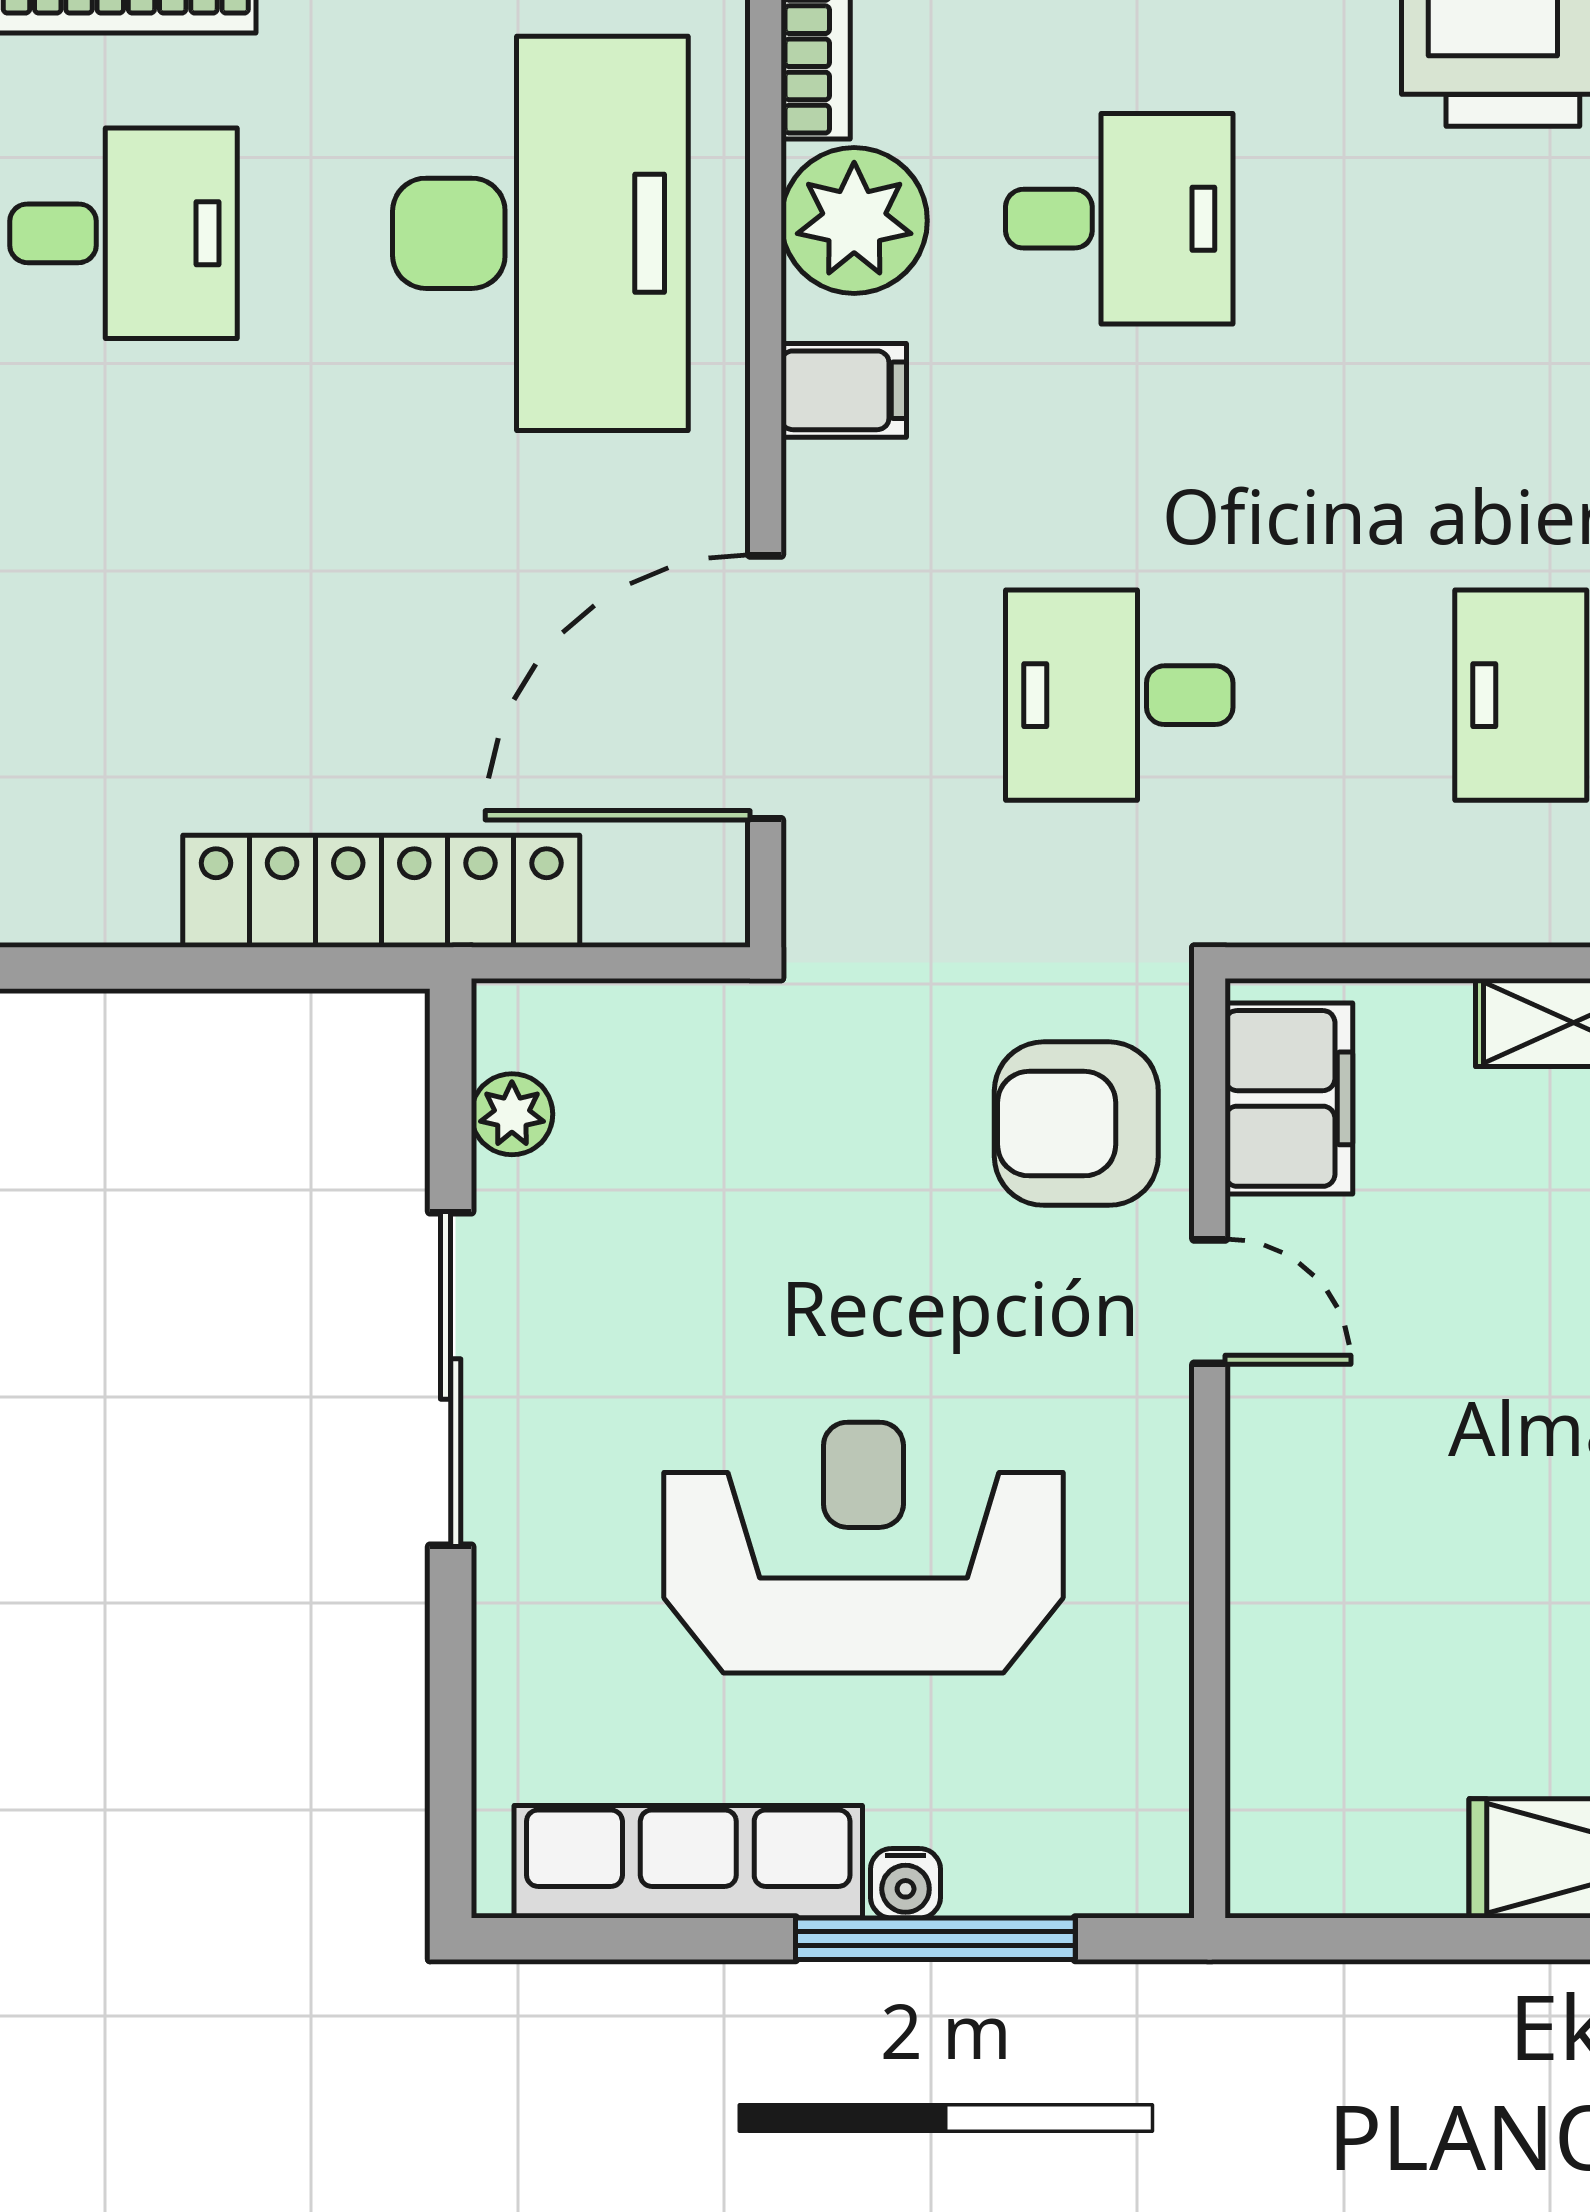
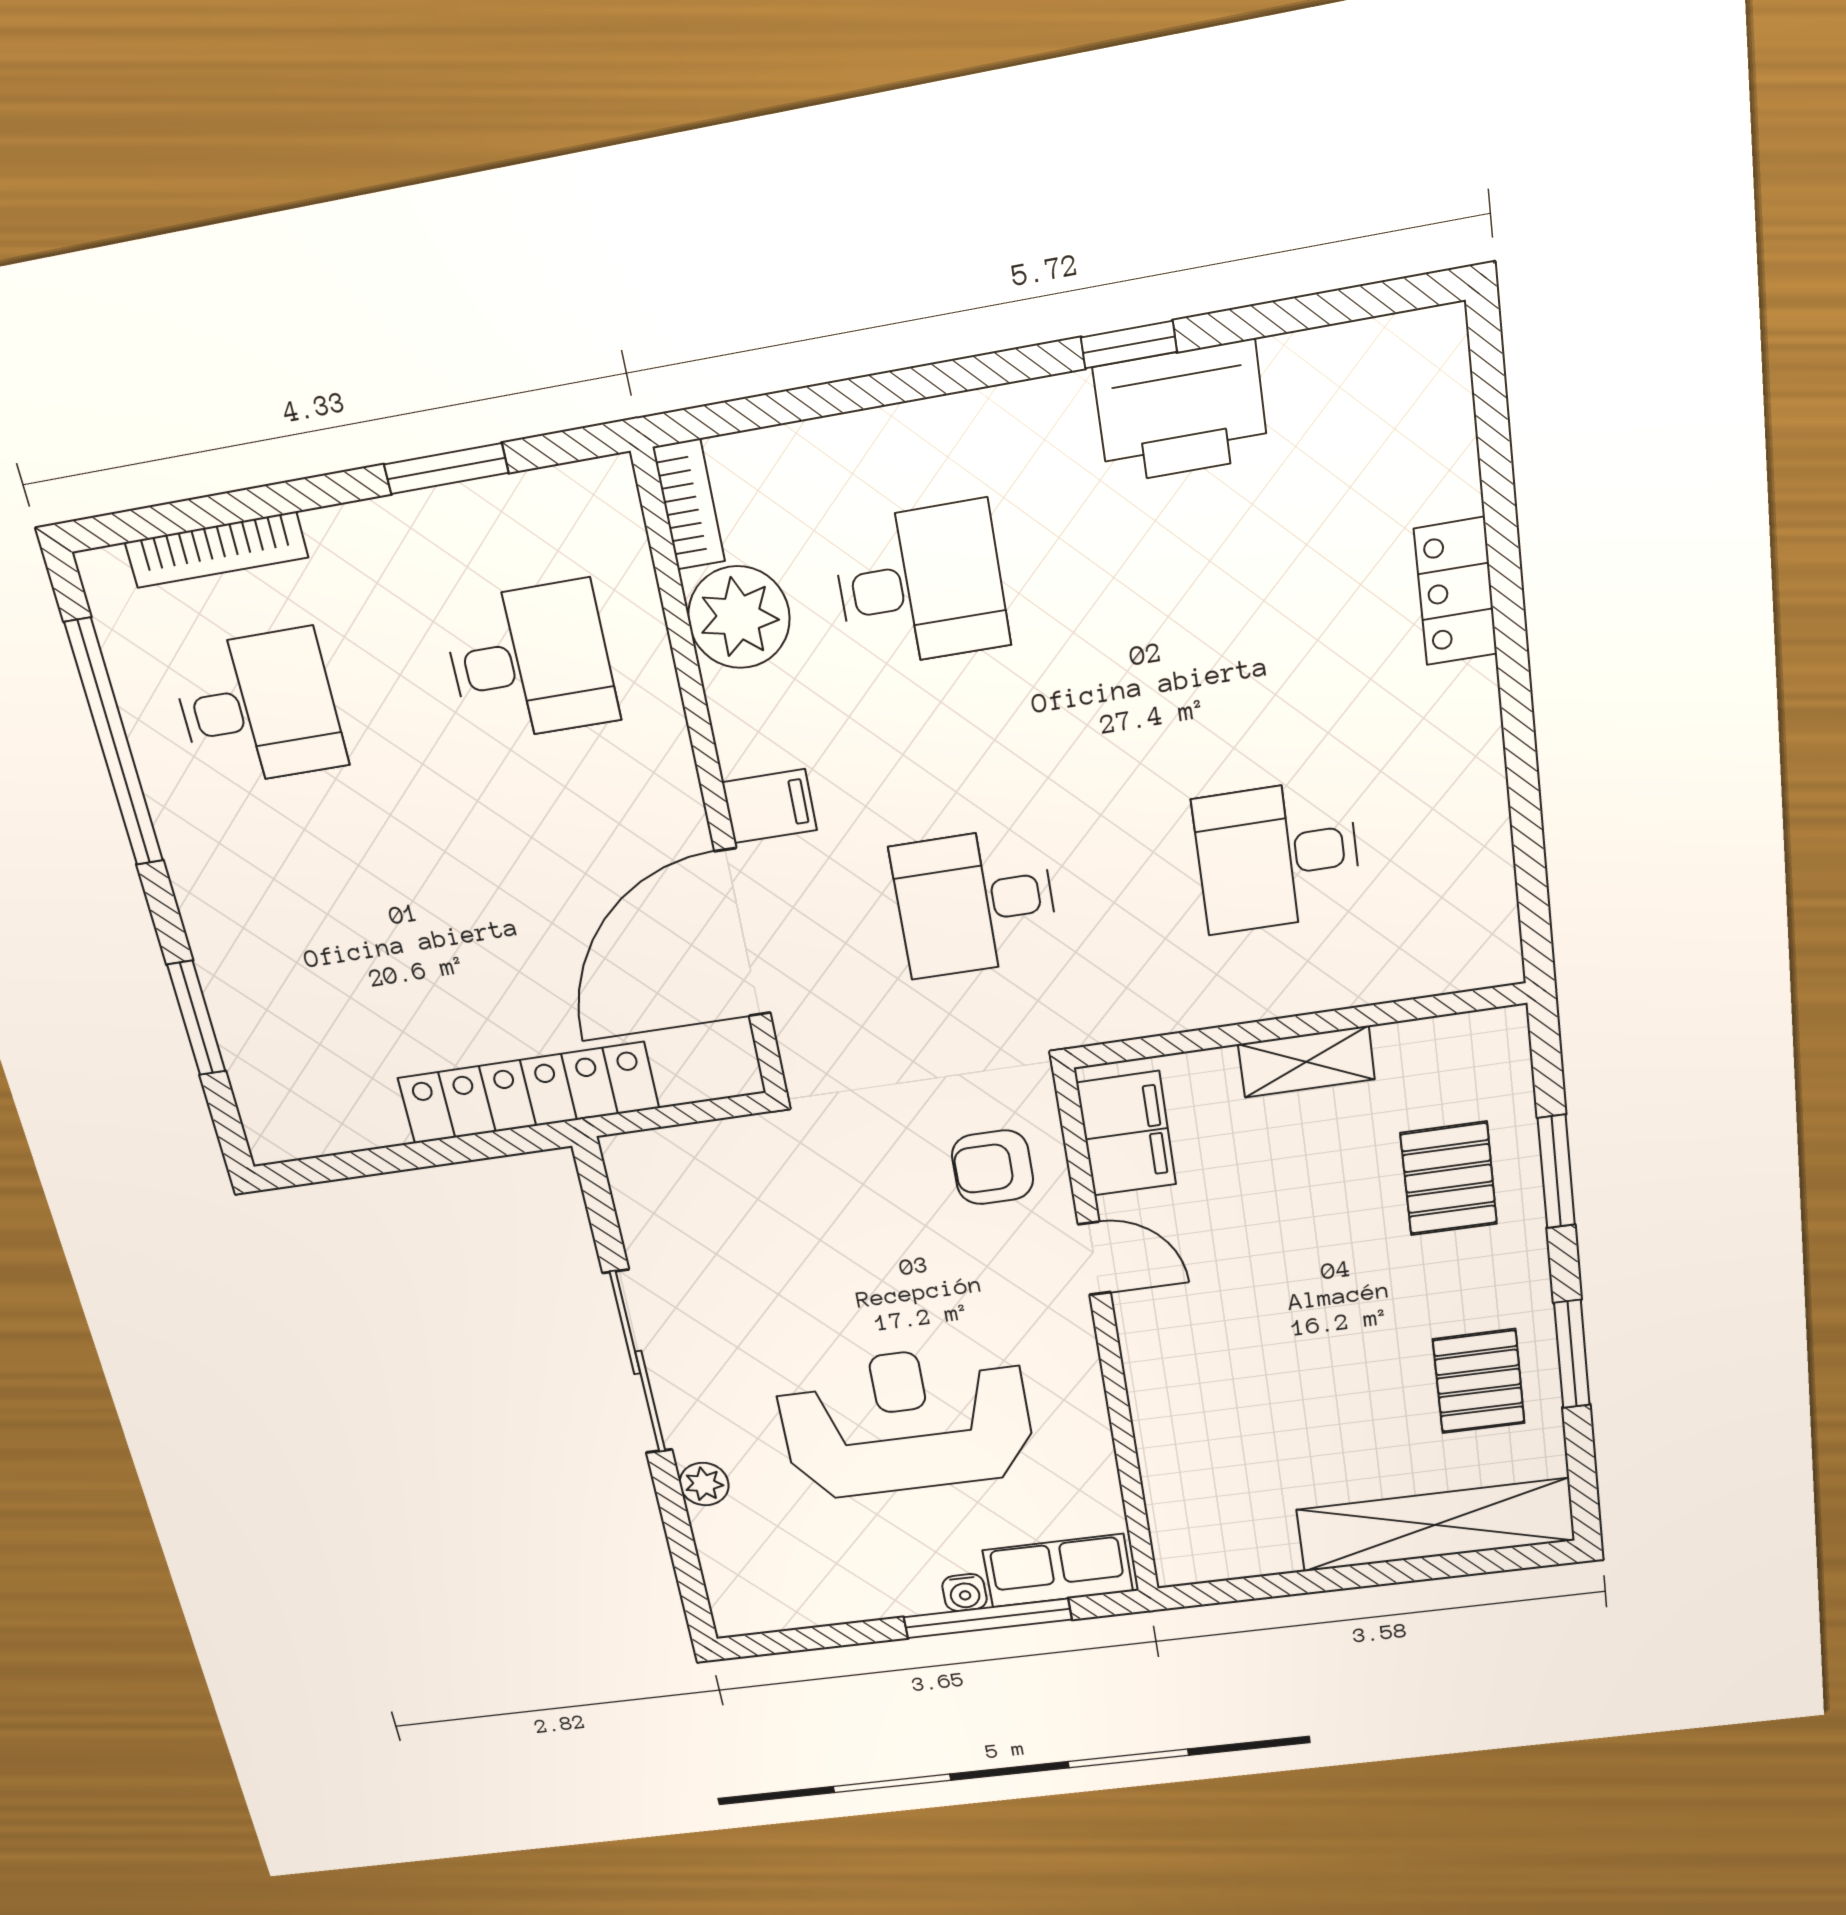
desk: (540, 233) -> (530, 662), width x0.53, depth x0.77
filing cabinet: (844, 390) -> (769, 806), moved
plant: (512, 1114) -> (704, 1484), moved
armchair: (1076, 1124) -> (993, 1167), width x0.72, depth x0.72
row of seats: (688, 1862) -> (1058, 1571), moved, width x0.68

